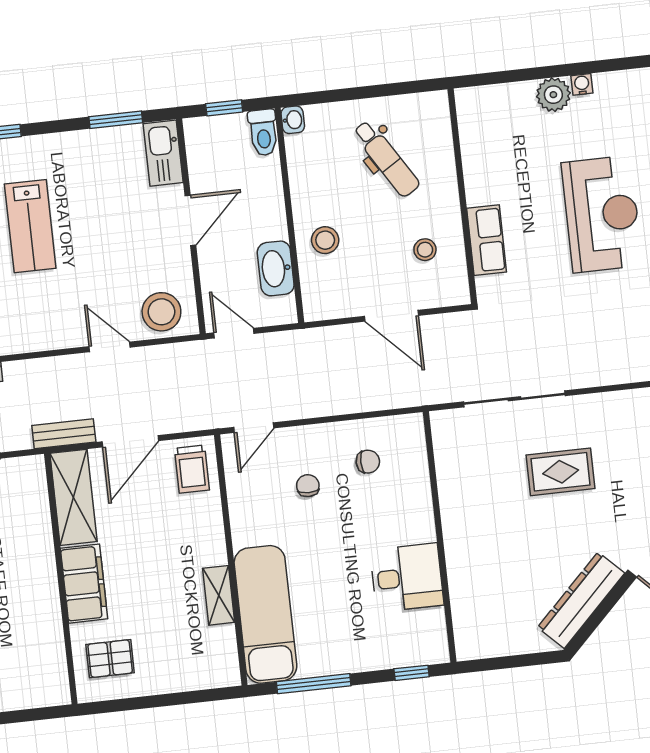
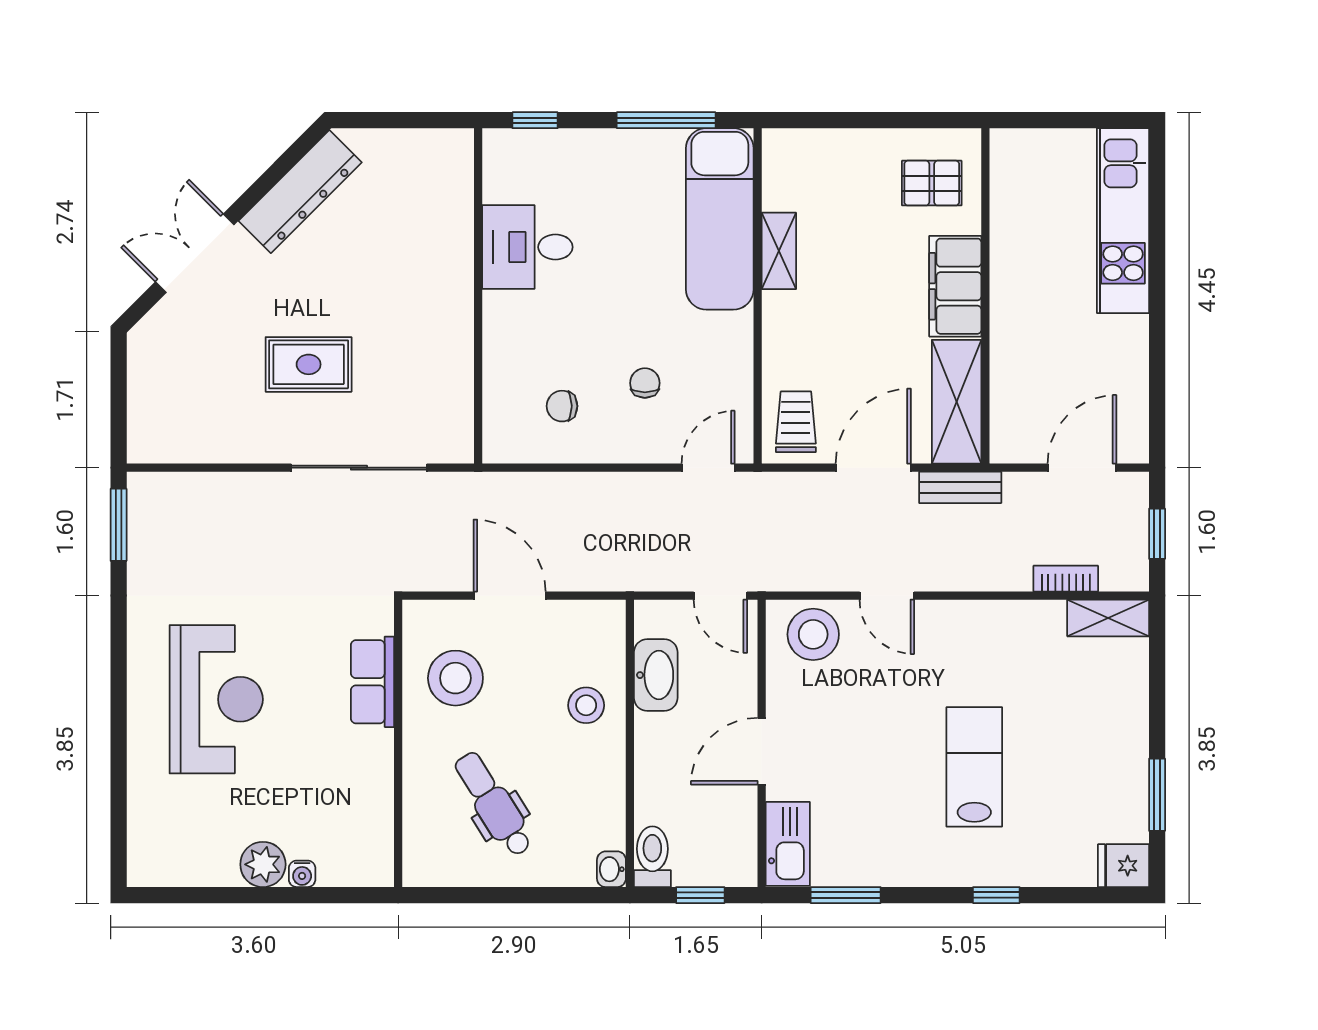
water cooler: (582, 84) -> (302, 874), moved
reception desk: (602, 214) -> (216, 699), turned 180
stool: (425, 250) -> (455, 678), width x1.89, depth x1.89
chair: (308, 486) -> (645, 383), turned 180

